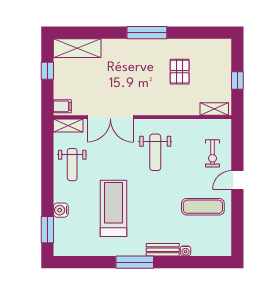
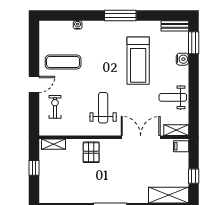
pallet: (180, 72) -> (91, 152), moved
weight bench: (72, 165) -> (173, 97), turned -90
bench: (163, 250) -> (175, 26), moved

